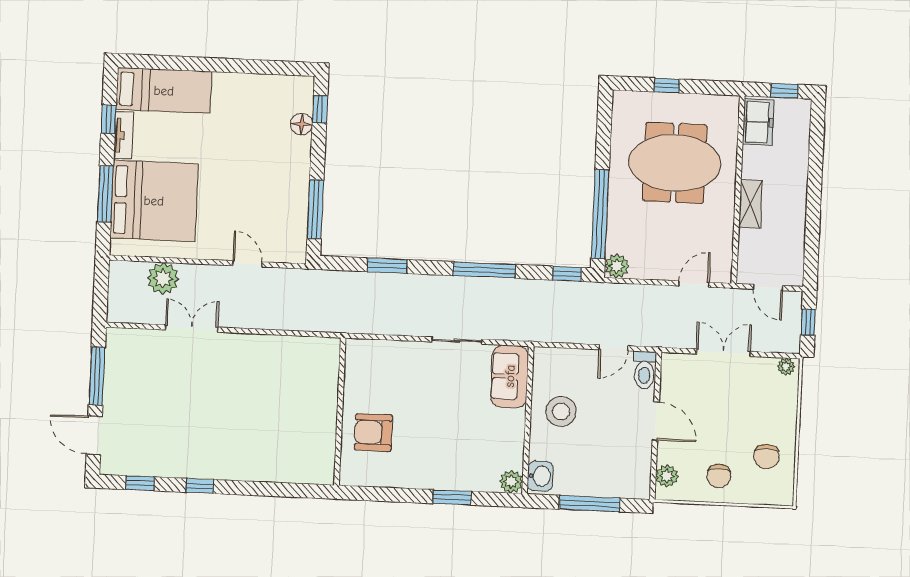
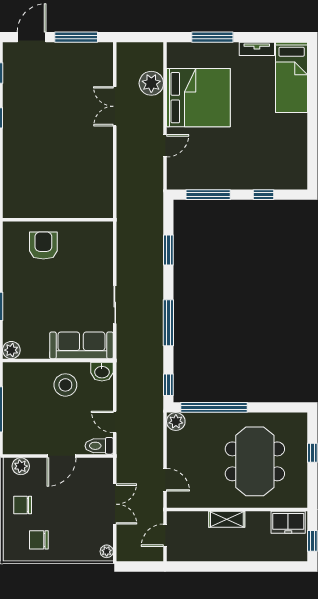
window: (320, 109) -> (263, 195), moved
window: (109, 119) -> (268, 37), removed
floor lamp: (301, 124) -> (271, 181), removed
bed: (154, 201) -> (198, 98), moved, turned -90
window: (808, 322) -> (140, 566), removed
double door: (192, 329) -> (115, 106), swing flipped
sofa: (510, 376) -> (81, 345), width x1.36
washbasin: (540, 476) -> (102, 372), moved

